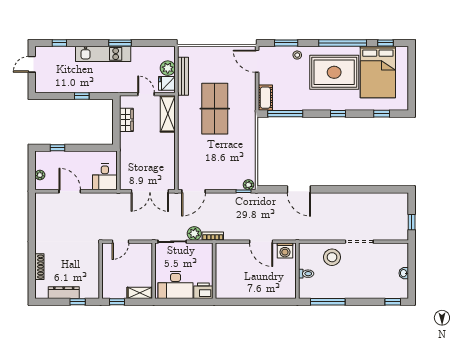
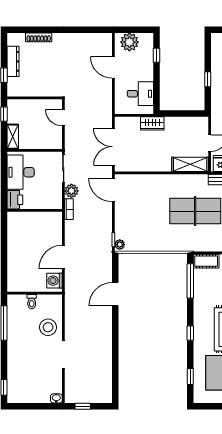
wardrobe: (126, 120) -> (152, 123), moved
plant: (40, 175) -> (129, 42), width x1.88, depth x1.88
desk: (105, 177) -> (140, 94), moved, turned 180
door: (70, 191) -> (113, 67), swing flipped
washbasin: (404, 273) -> (56, 398), moved

